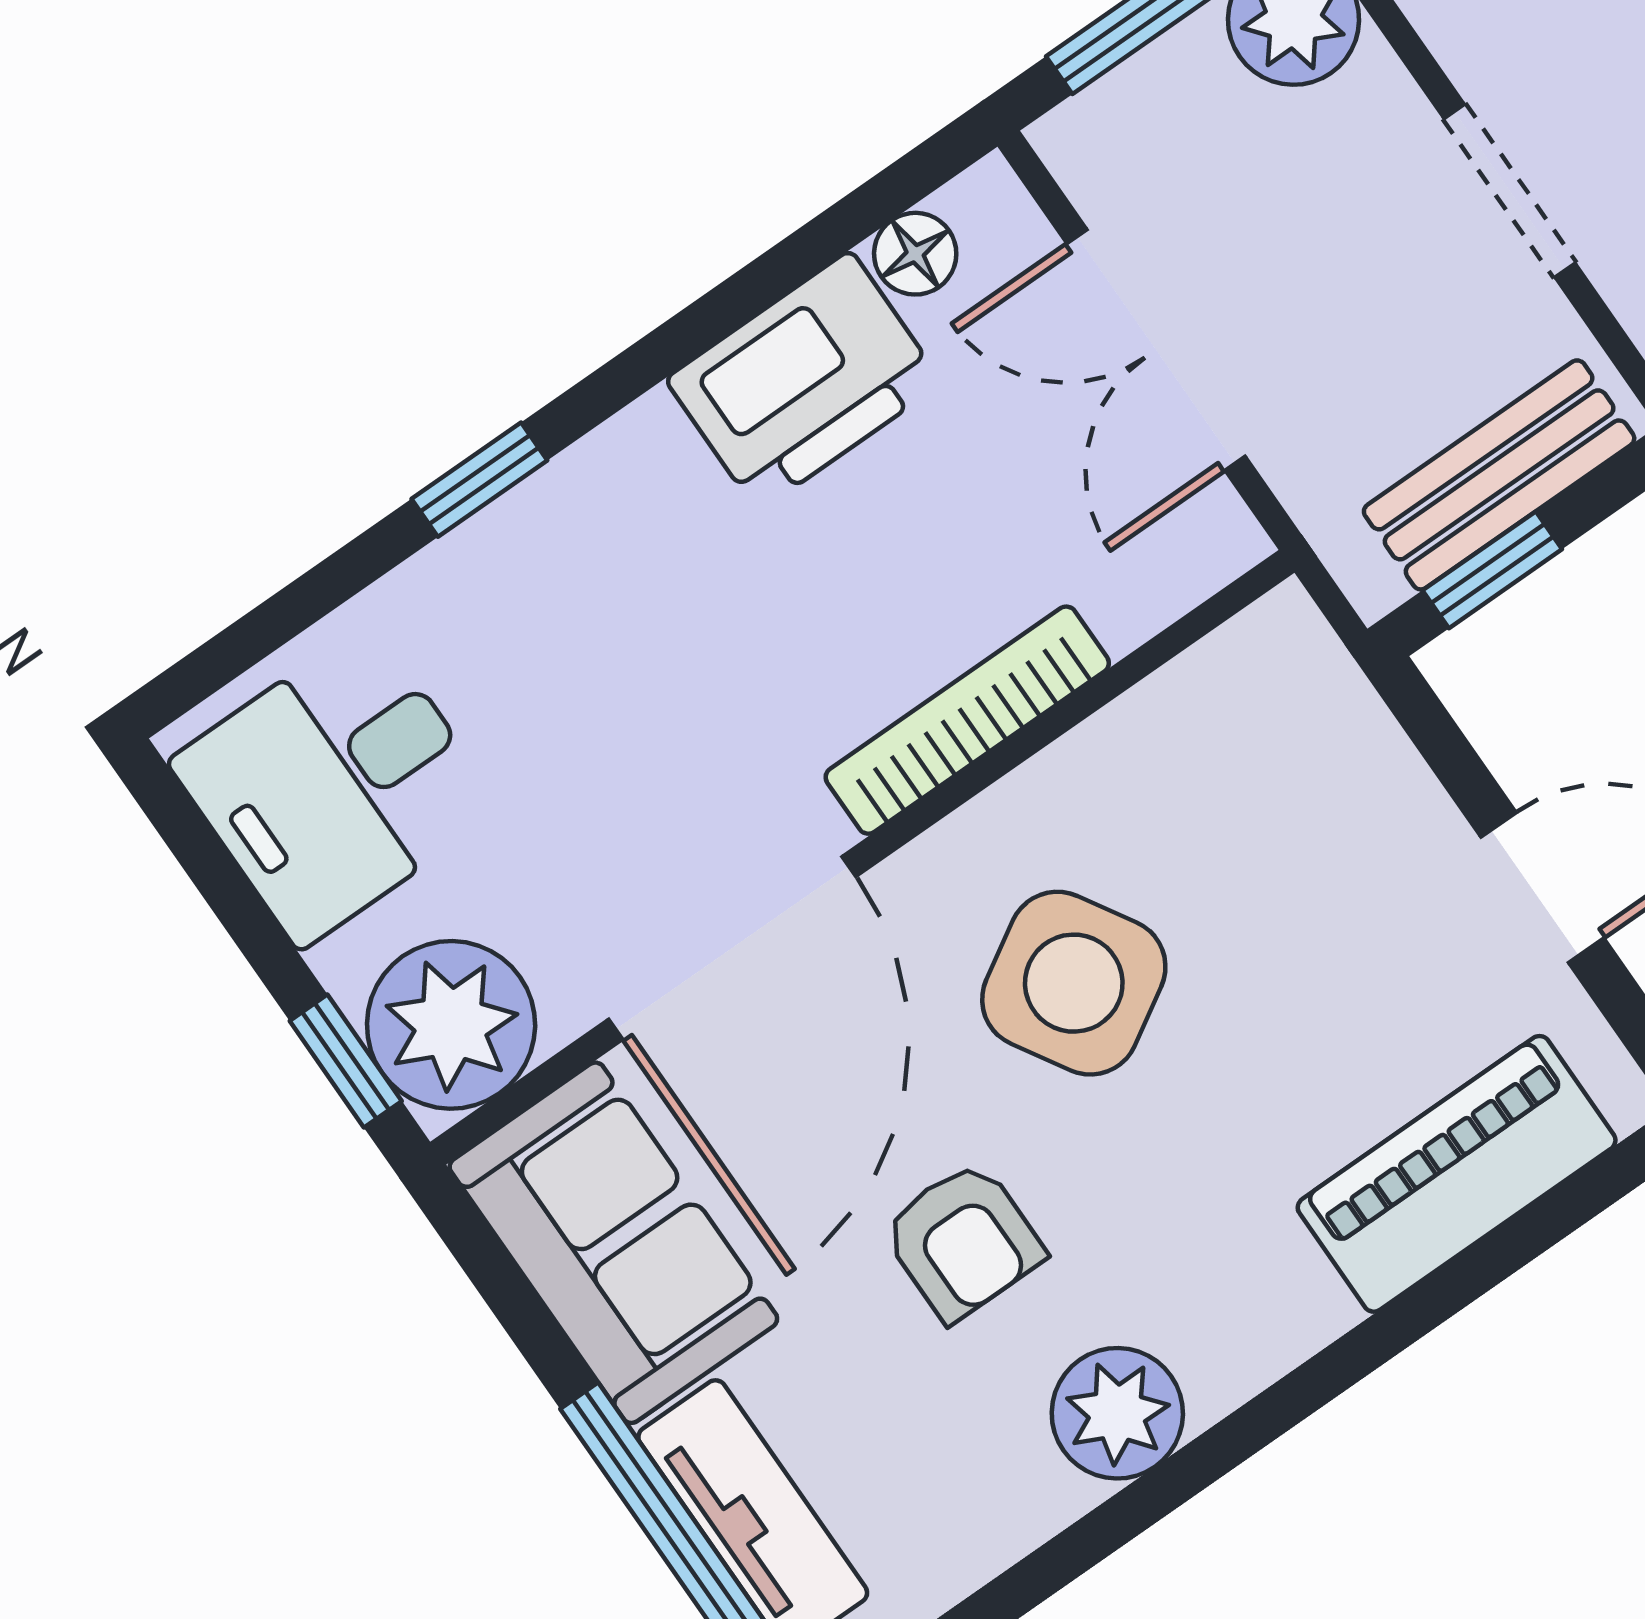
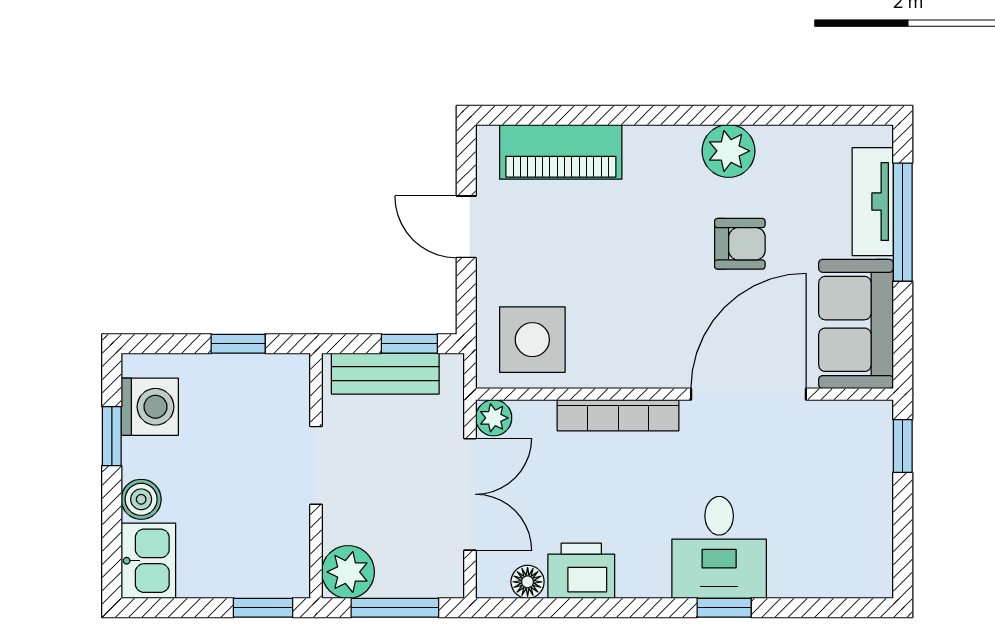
printer: (804, 381) -> (581, 571), width x0.73, depth x0.84
desk: (335, 785) -> (719, 547), moved, turned 90
side table: (1074, 983) -> (532, 340), moved, turned 31
plant: (451, 1025) -> (494, 418), moved, width x0.53, depth x0.53
armchair: (963, 1241) -> (740, 244), turned 90

